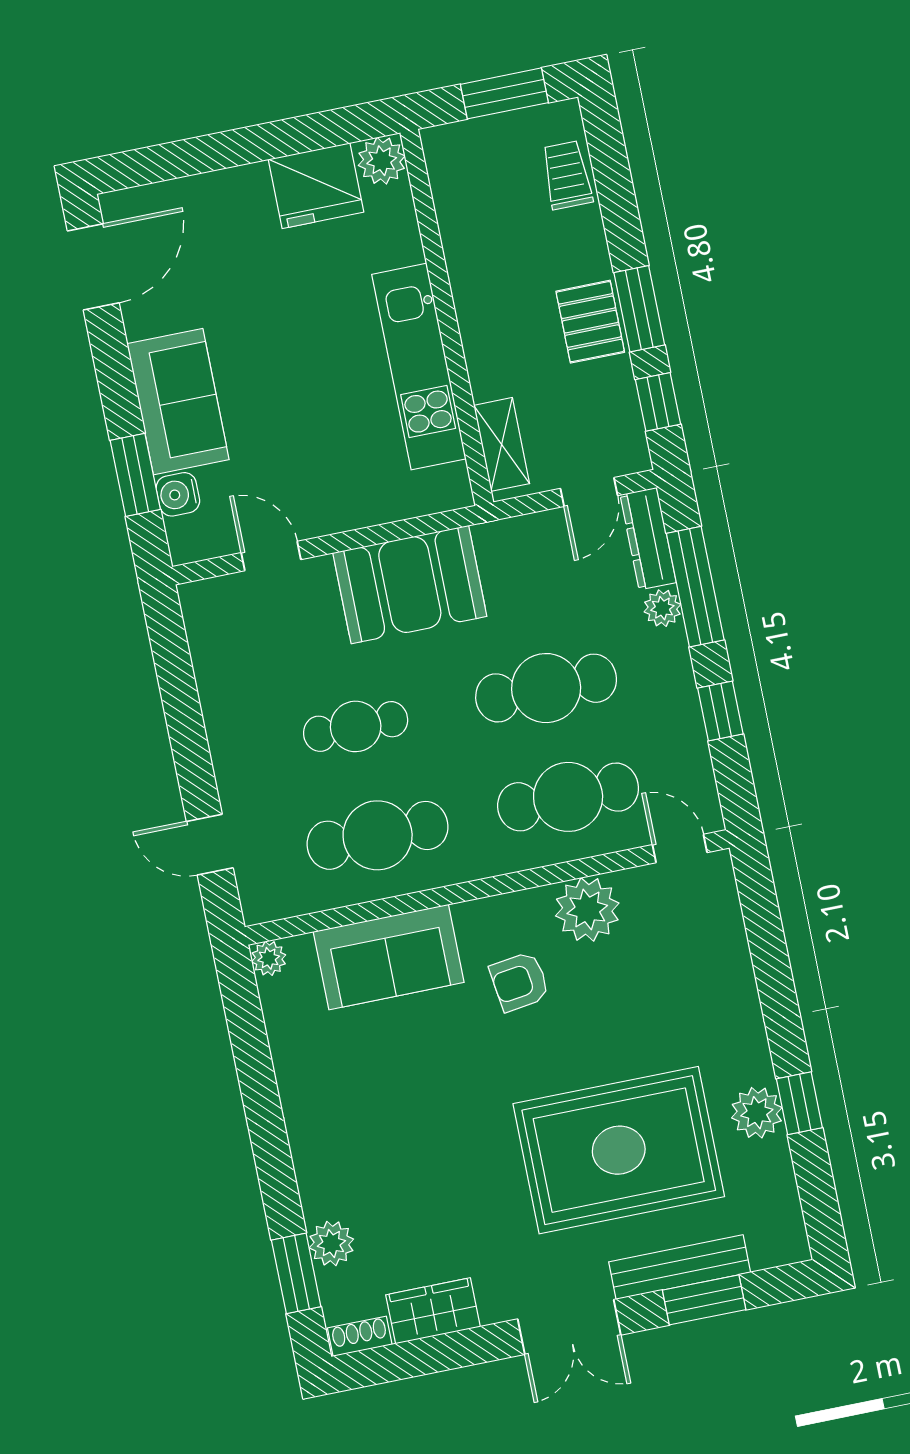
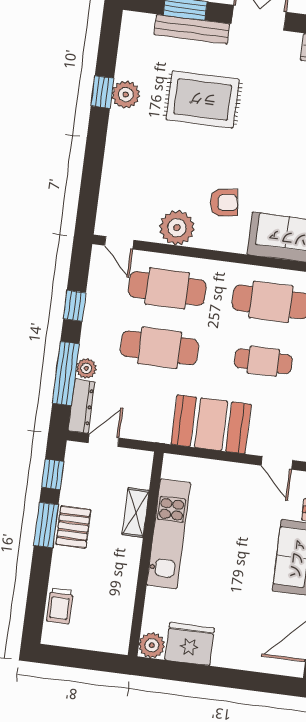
window: (504, 93) -> (77, 658), removed
shelving: (502, 444) -> (136, 513), moved
rug: (619, 1150) -> (203, 99), width x0.73, depth x0.69

